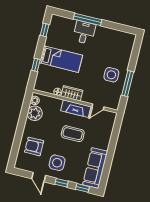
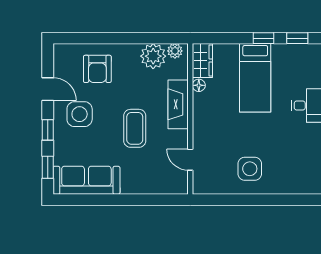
window: (36, 65) -> (263, 38), moved
window: (128, 84) -> (242, 200), removed
wardrobe: (72, 93) -> (202, 60), moved
fireplace: (76, 109) -> (178, 104), moved
armchair: (34, 146) -> (97, 69), turned 180
door: (39, 177) -> (48, 89), swing flipped

